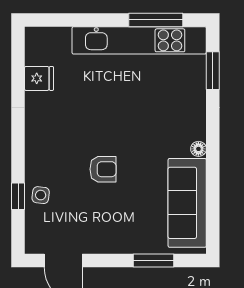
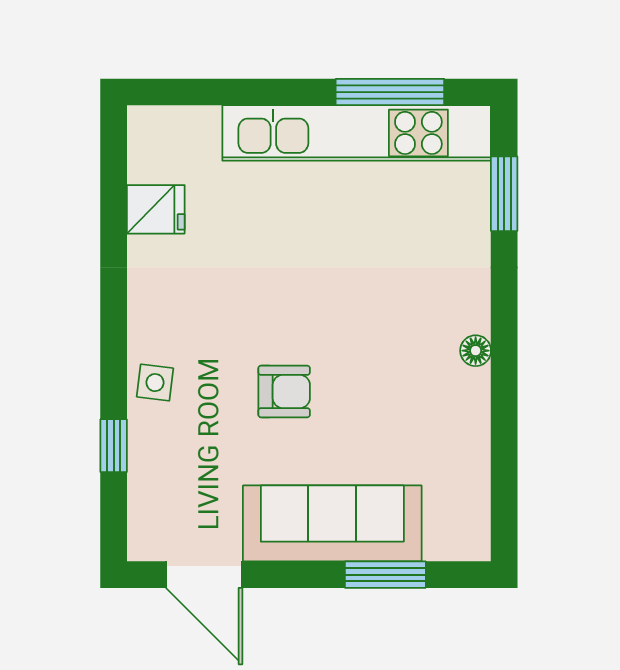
side table: (41, 195) -> (155, 383), moved
sofa: (187, 203) -> (332, 523), moved, turned 90

